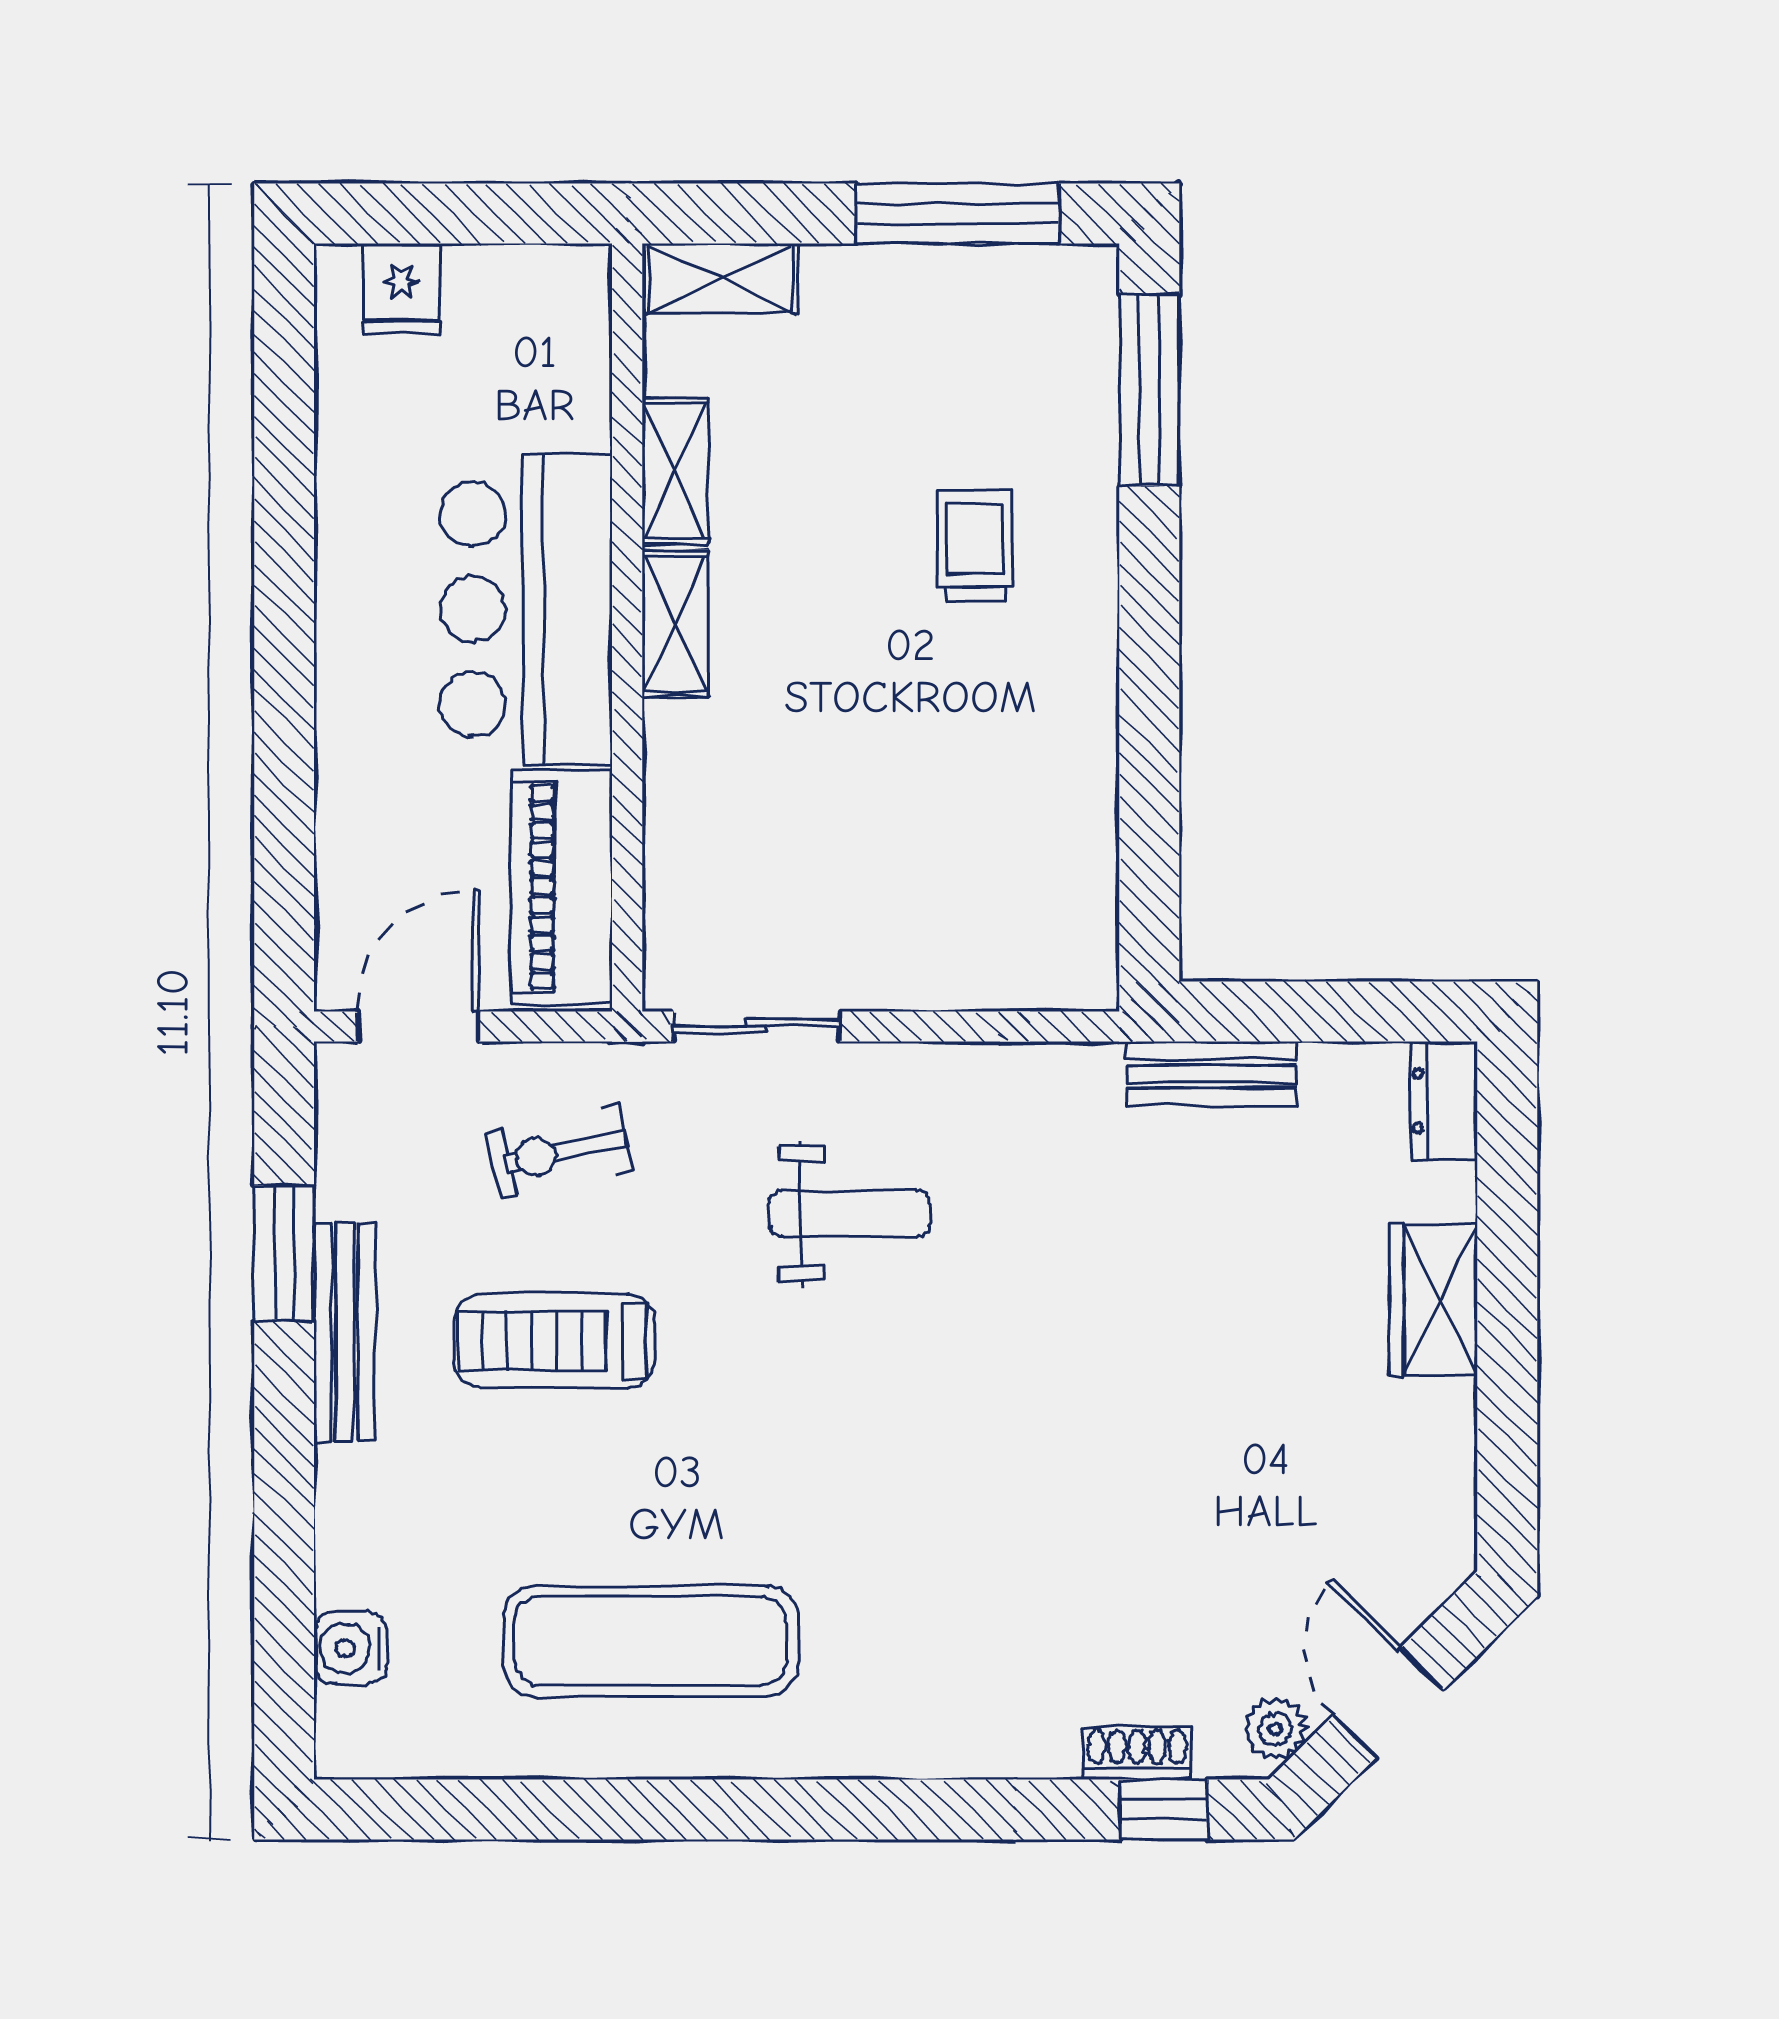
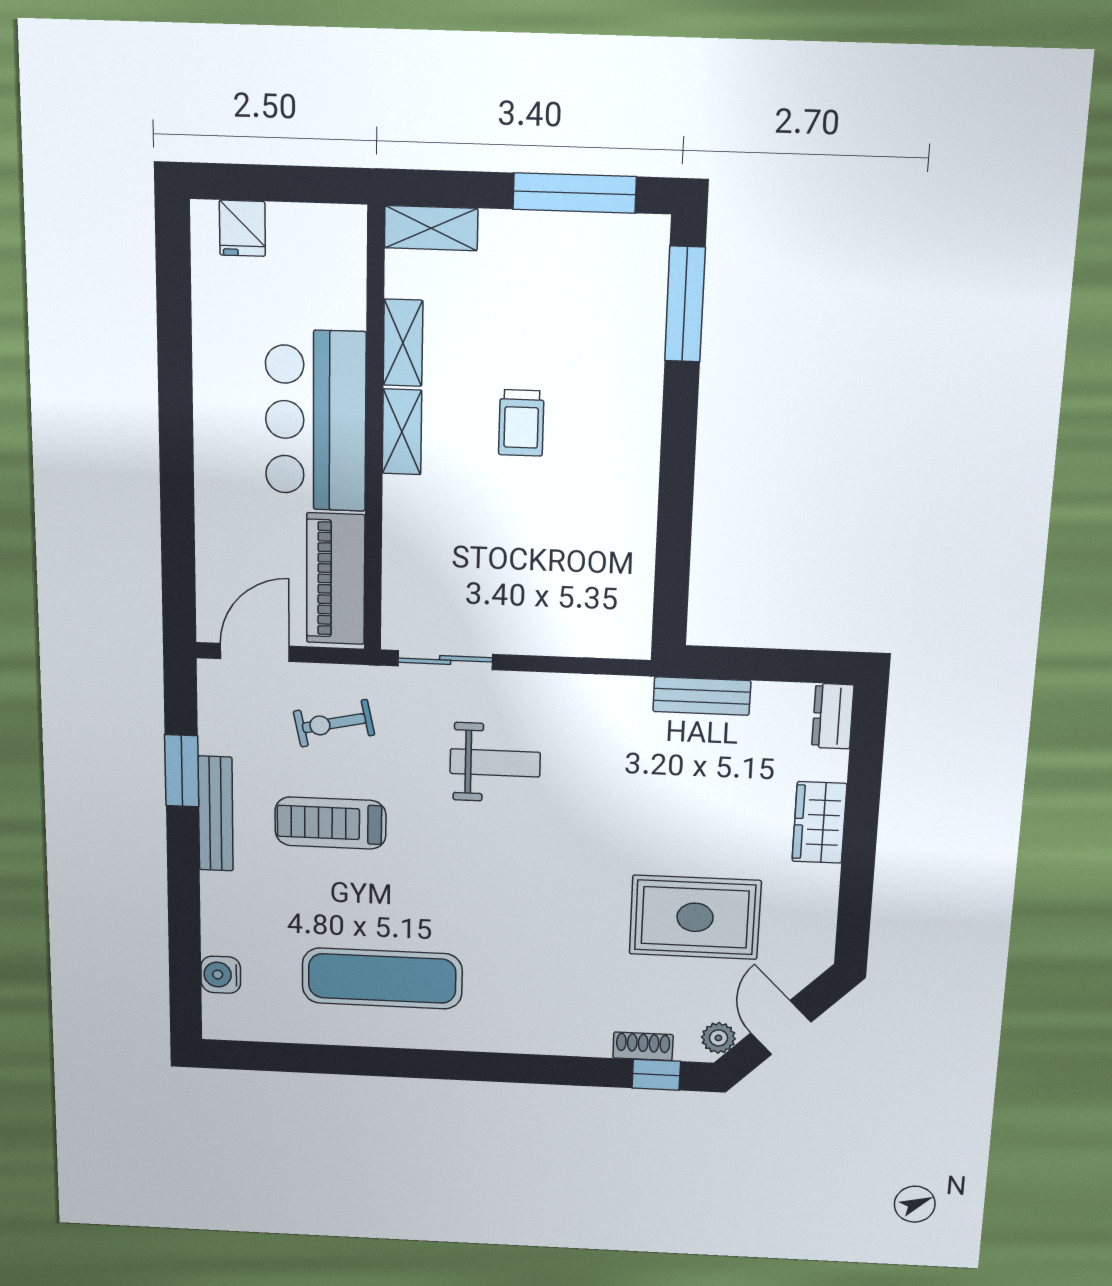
trolley: (975, 546) -> (521, 423), moved, turned 180
rug: (1220, 1492) -> (695, 917), added

